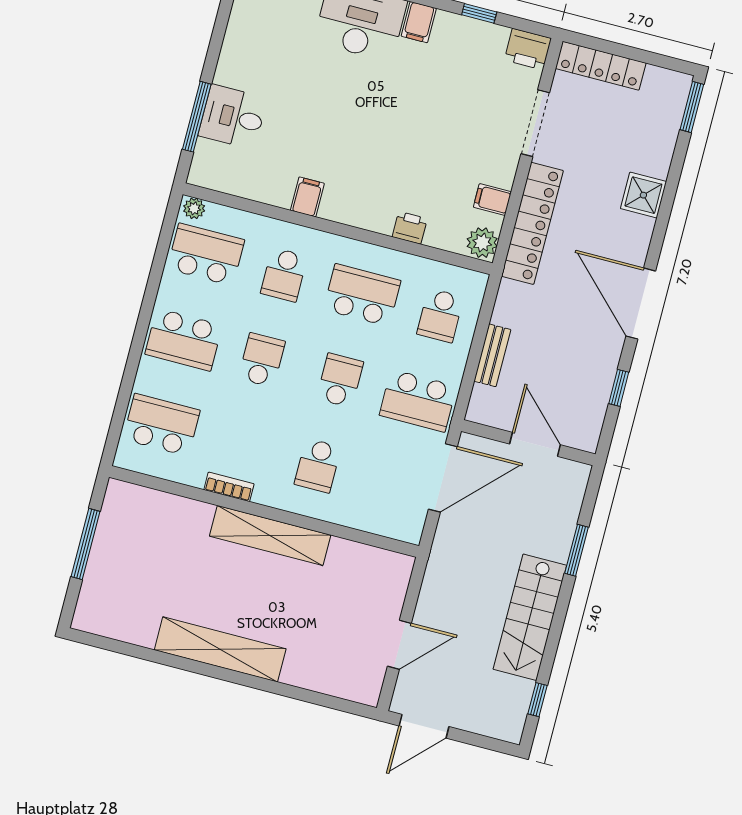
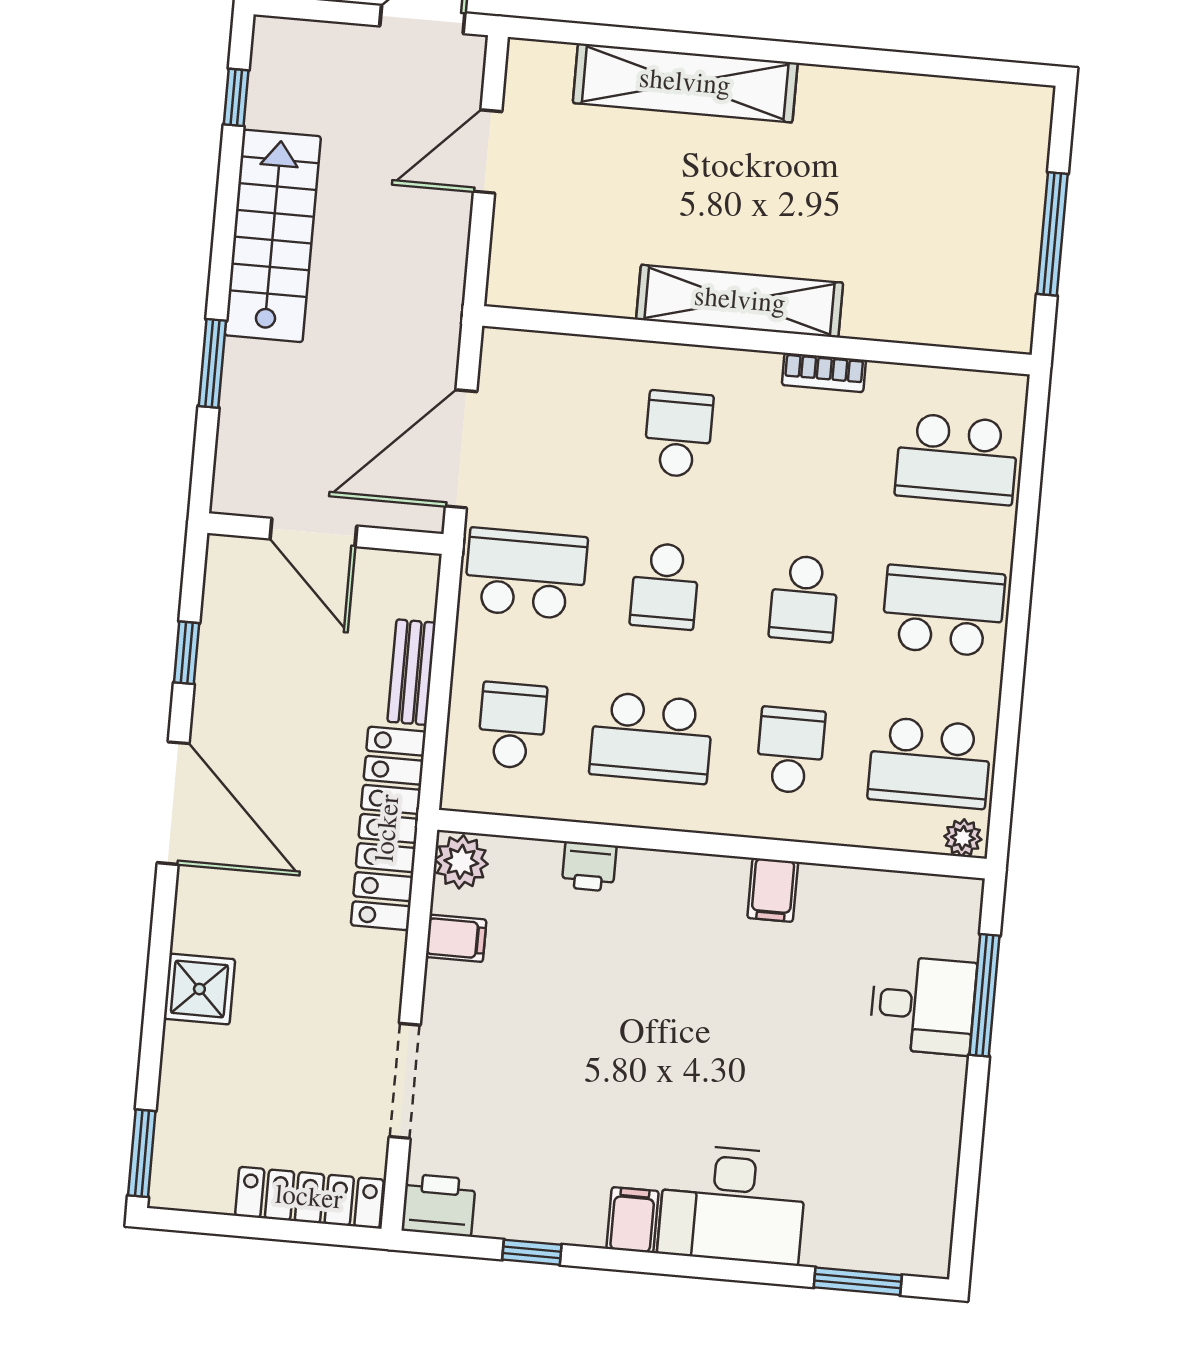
locker: (532, 223) -> (388, 828), moved
shelving: (220, 649) -> (685, 83), moved

